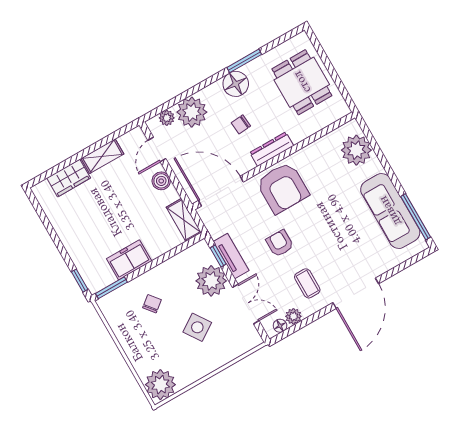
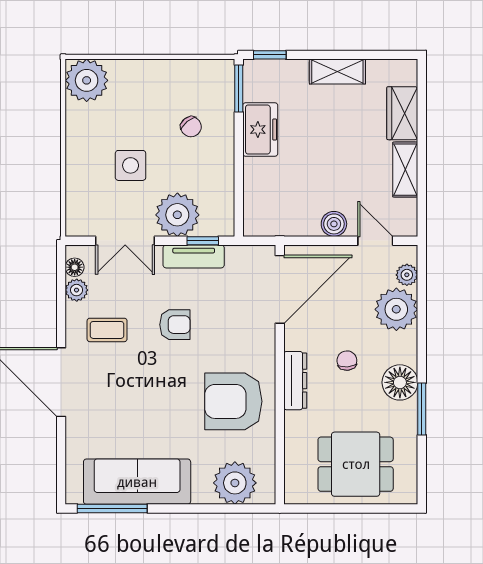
armchair: (283, 188) -> (233, 401), moved
shelving: (184, 220) -> (337, 72), moved
side table: (197, 327) -> (131, 165), turned 34

